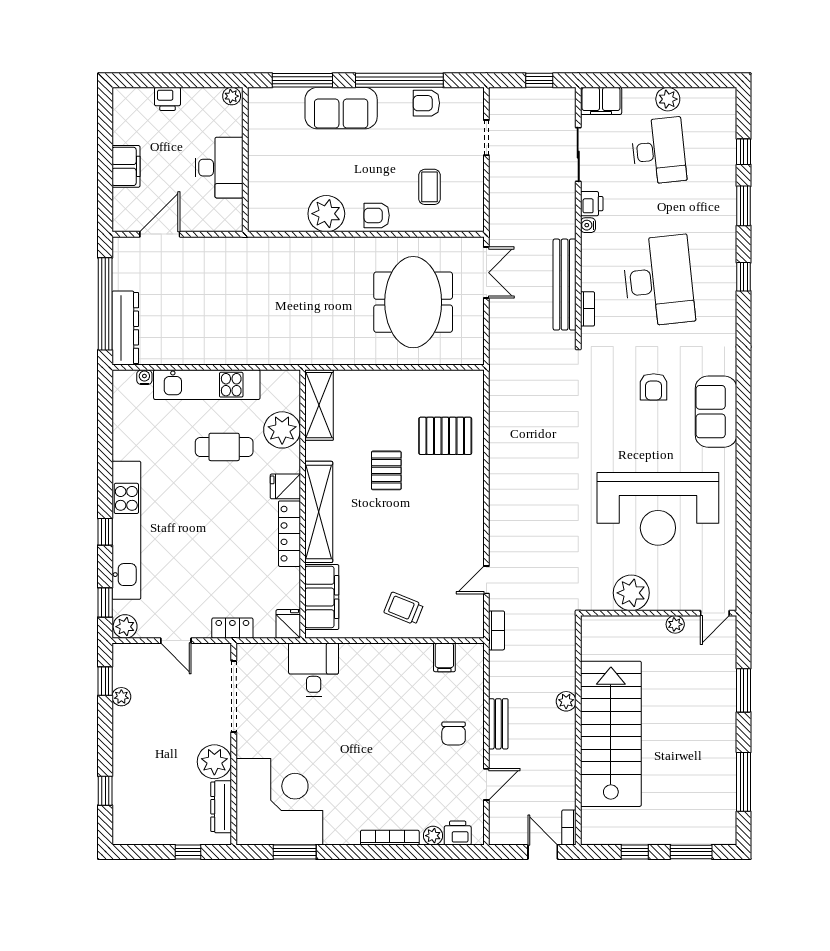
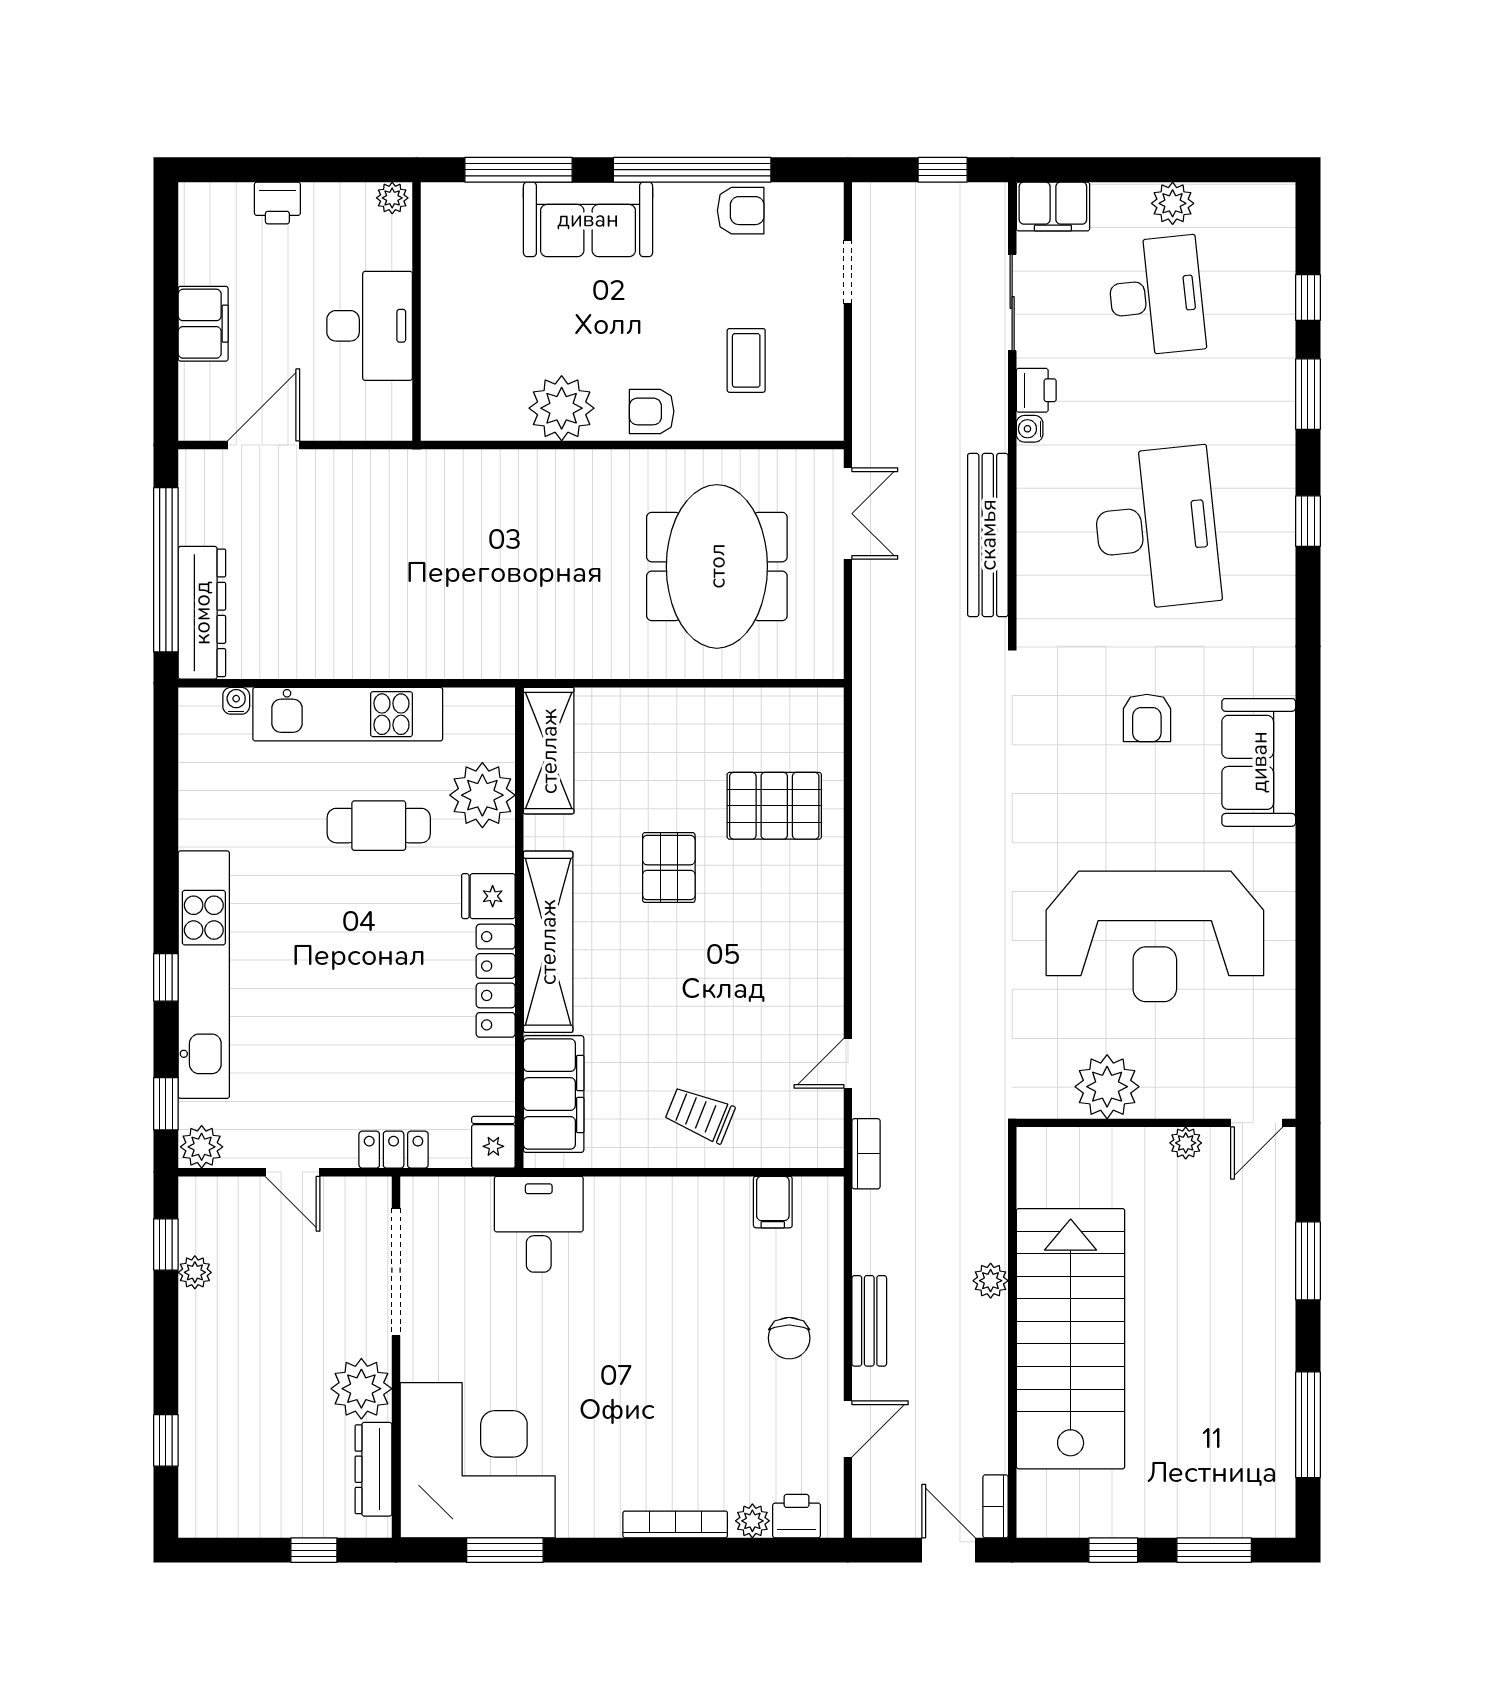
armchair: (426, 103) -> (741, 211), turned 180
bookcase: (587, 309) -> (1029, 579), removed

